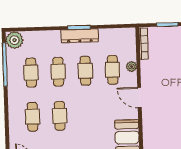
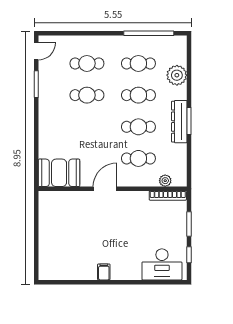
plant: (14, 40) -> (177, 75), moved
plant: (131, 67) -> (165, 181), moved

